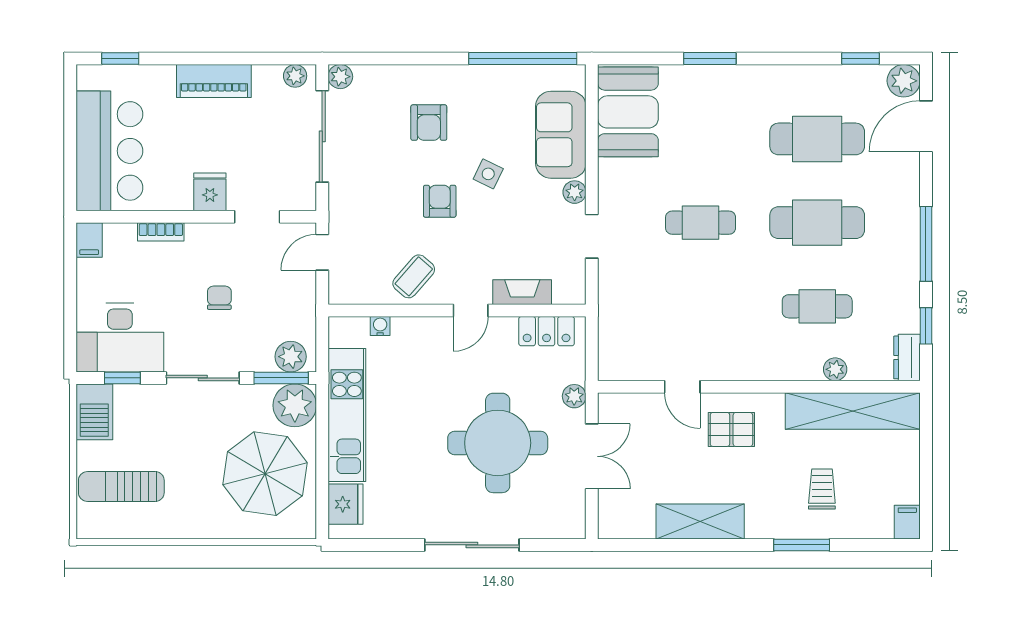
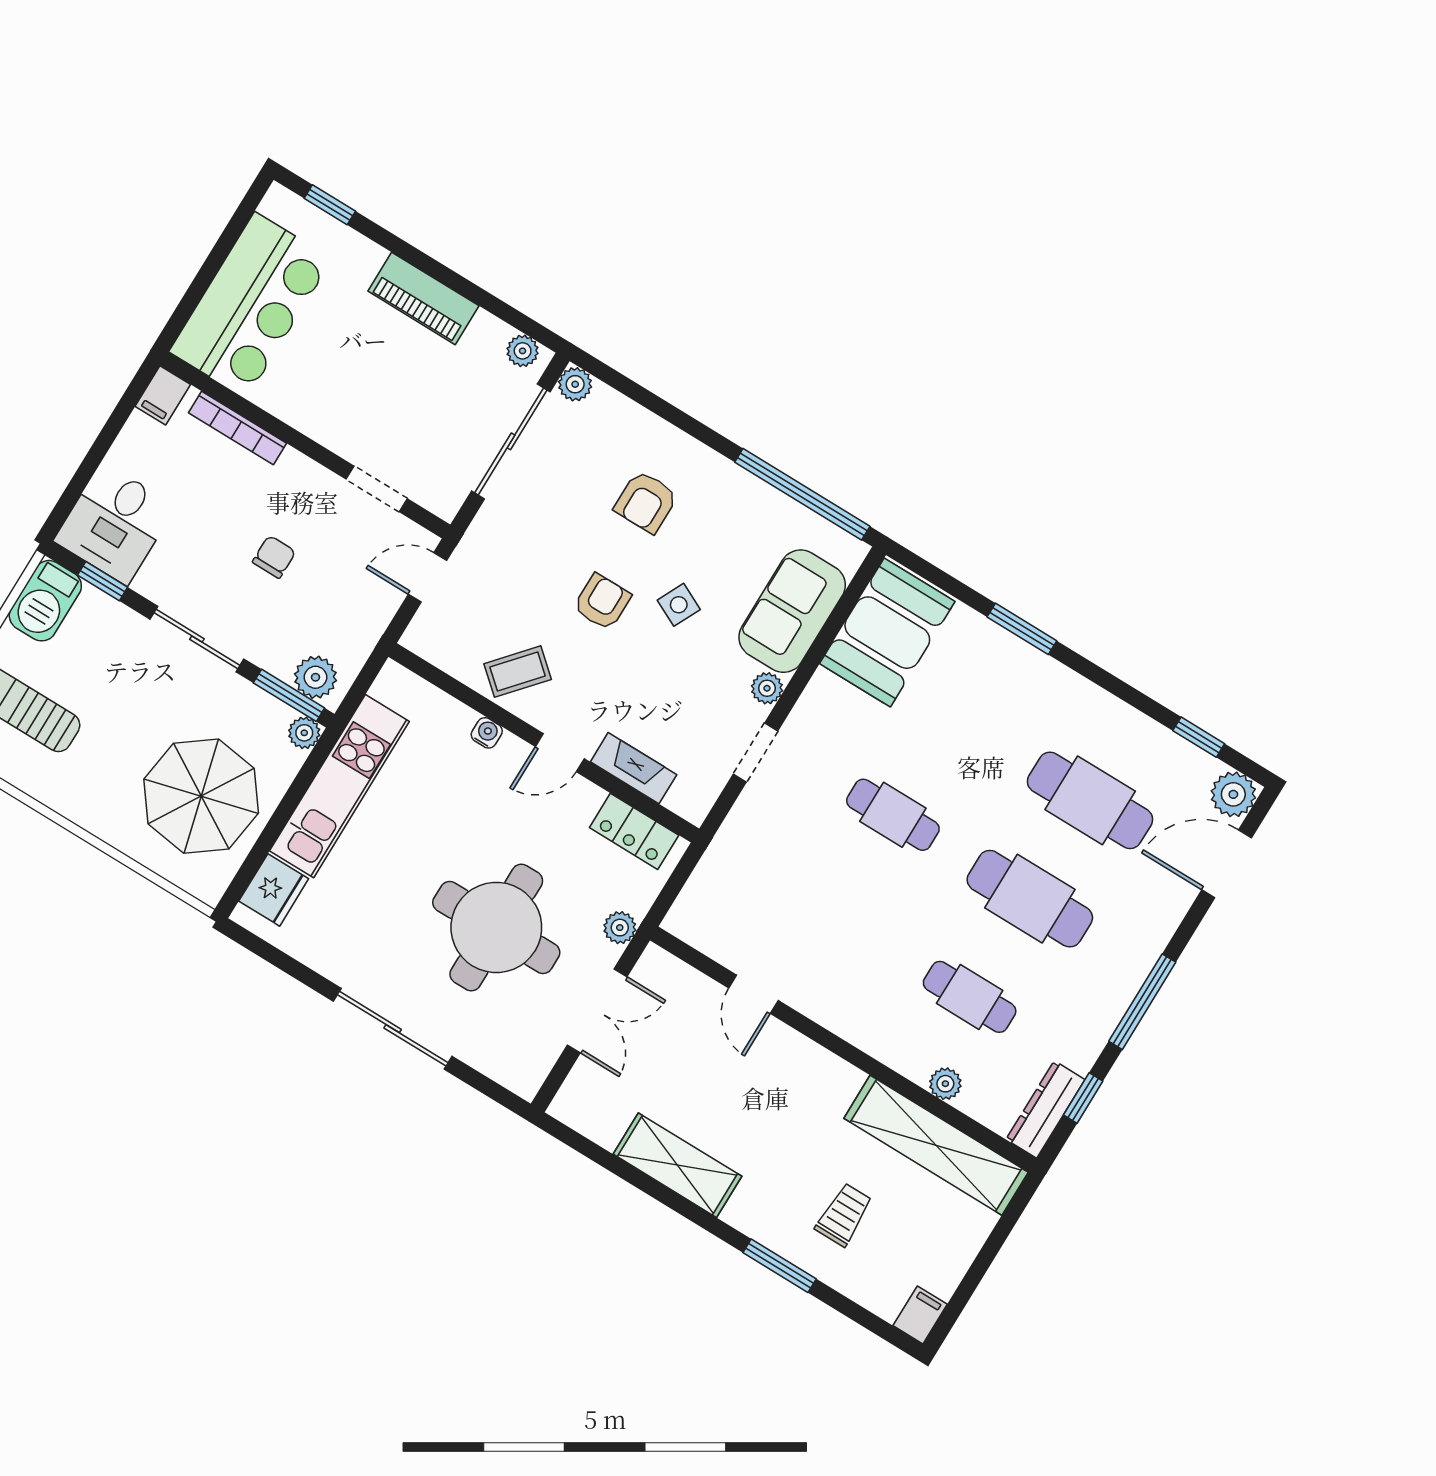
fridge: (210, 192) -> (339, 426), removed
bookcase: (161, 232) -> (237, 428), width x1.56
water cooler: (380, 326) -> (487, 733), moved
desk: (120, 338) -> (115, 524), width x0.73
dresser: (907, 357) -> (1045, 1109), width x1.44
plant: (295, 405) -> (304, 733), width x0.53, depth x0.53
pallet: (731, 429) -> (780, 1080), removed

